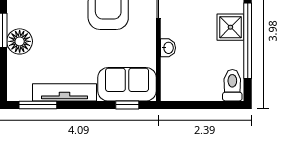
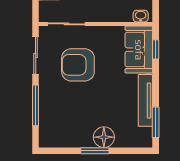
washbasin: (168, 48) -> (141, 16), moved

